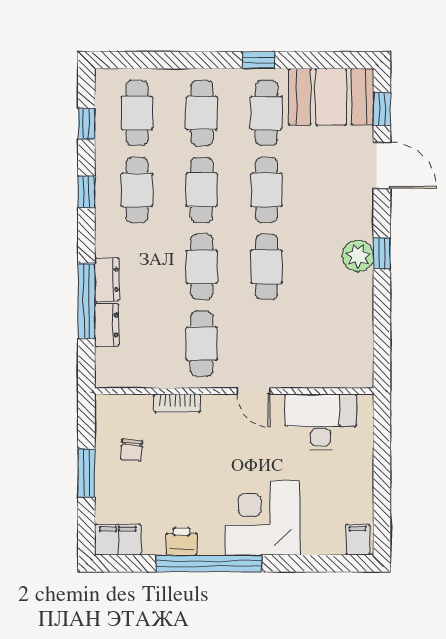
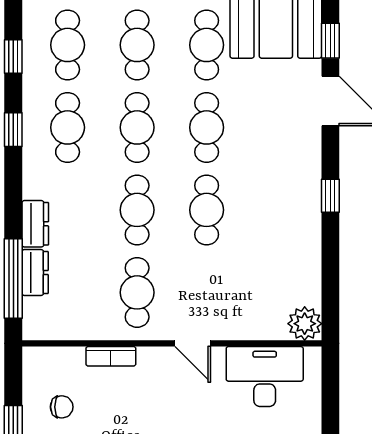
plant: (358, 256) -> (305, 324), moved
window: (86, 301) -> (13, 278), moved
chair: (132, 450) -> (62, 407), turned -94

